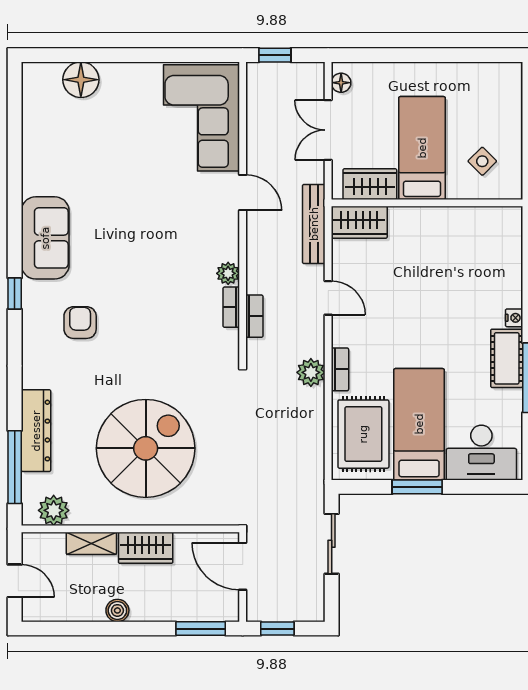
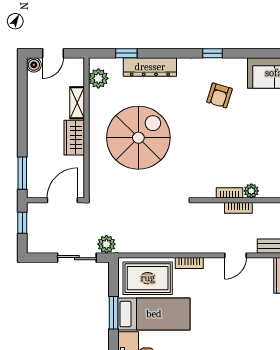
window: (15, 293) -> (212, 53), moved
bookcase: (254, 316) -> (238, 208), moved
armchair: (80, 323) -> (220, 95), turned 107
plant: (311, 372) -> (106, 244), moved
spiral stairs: (146, 448) -> (138, 138), turned -90
window: (15, 467) -> (126, 53), width x0.46
boiler: (117, 610) -> (34, 65), moved

